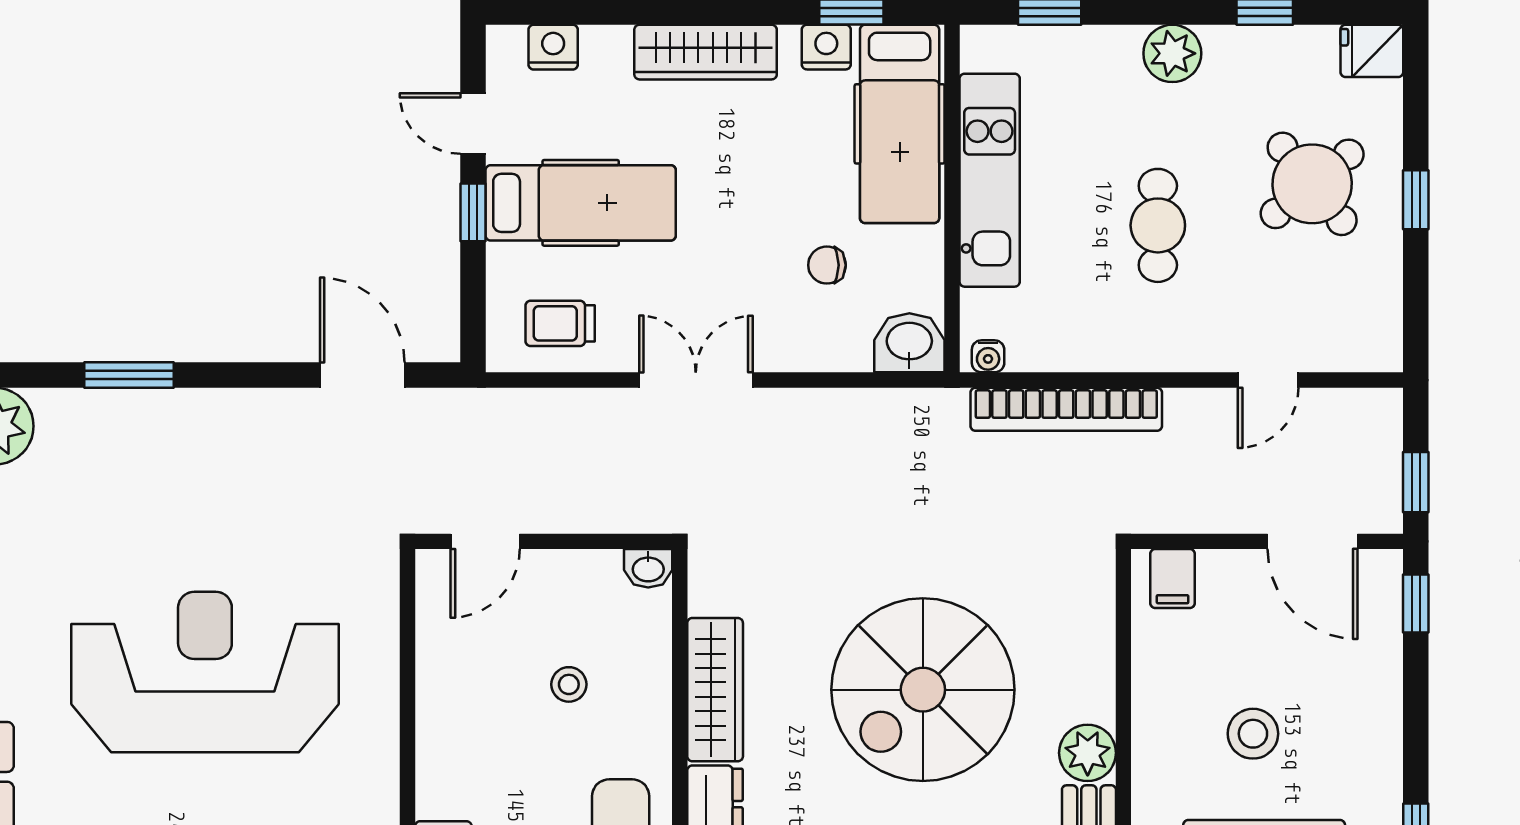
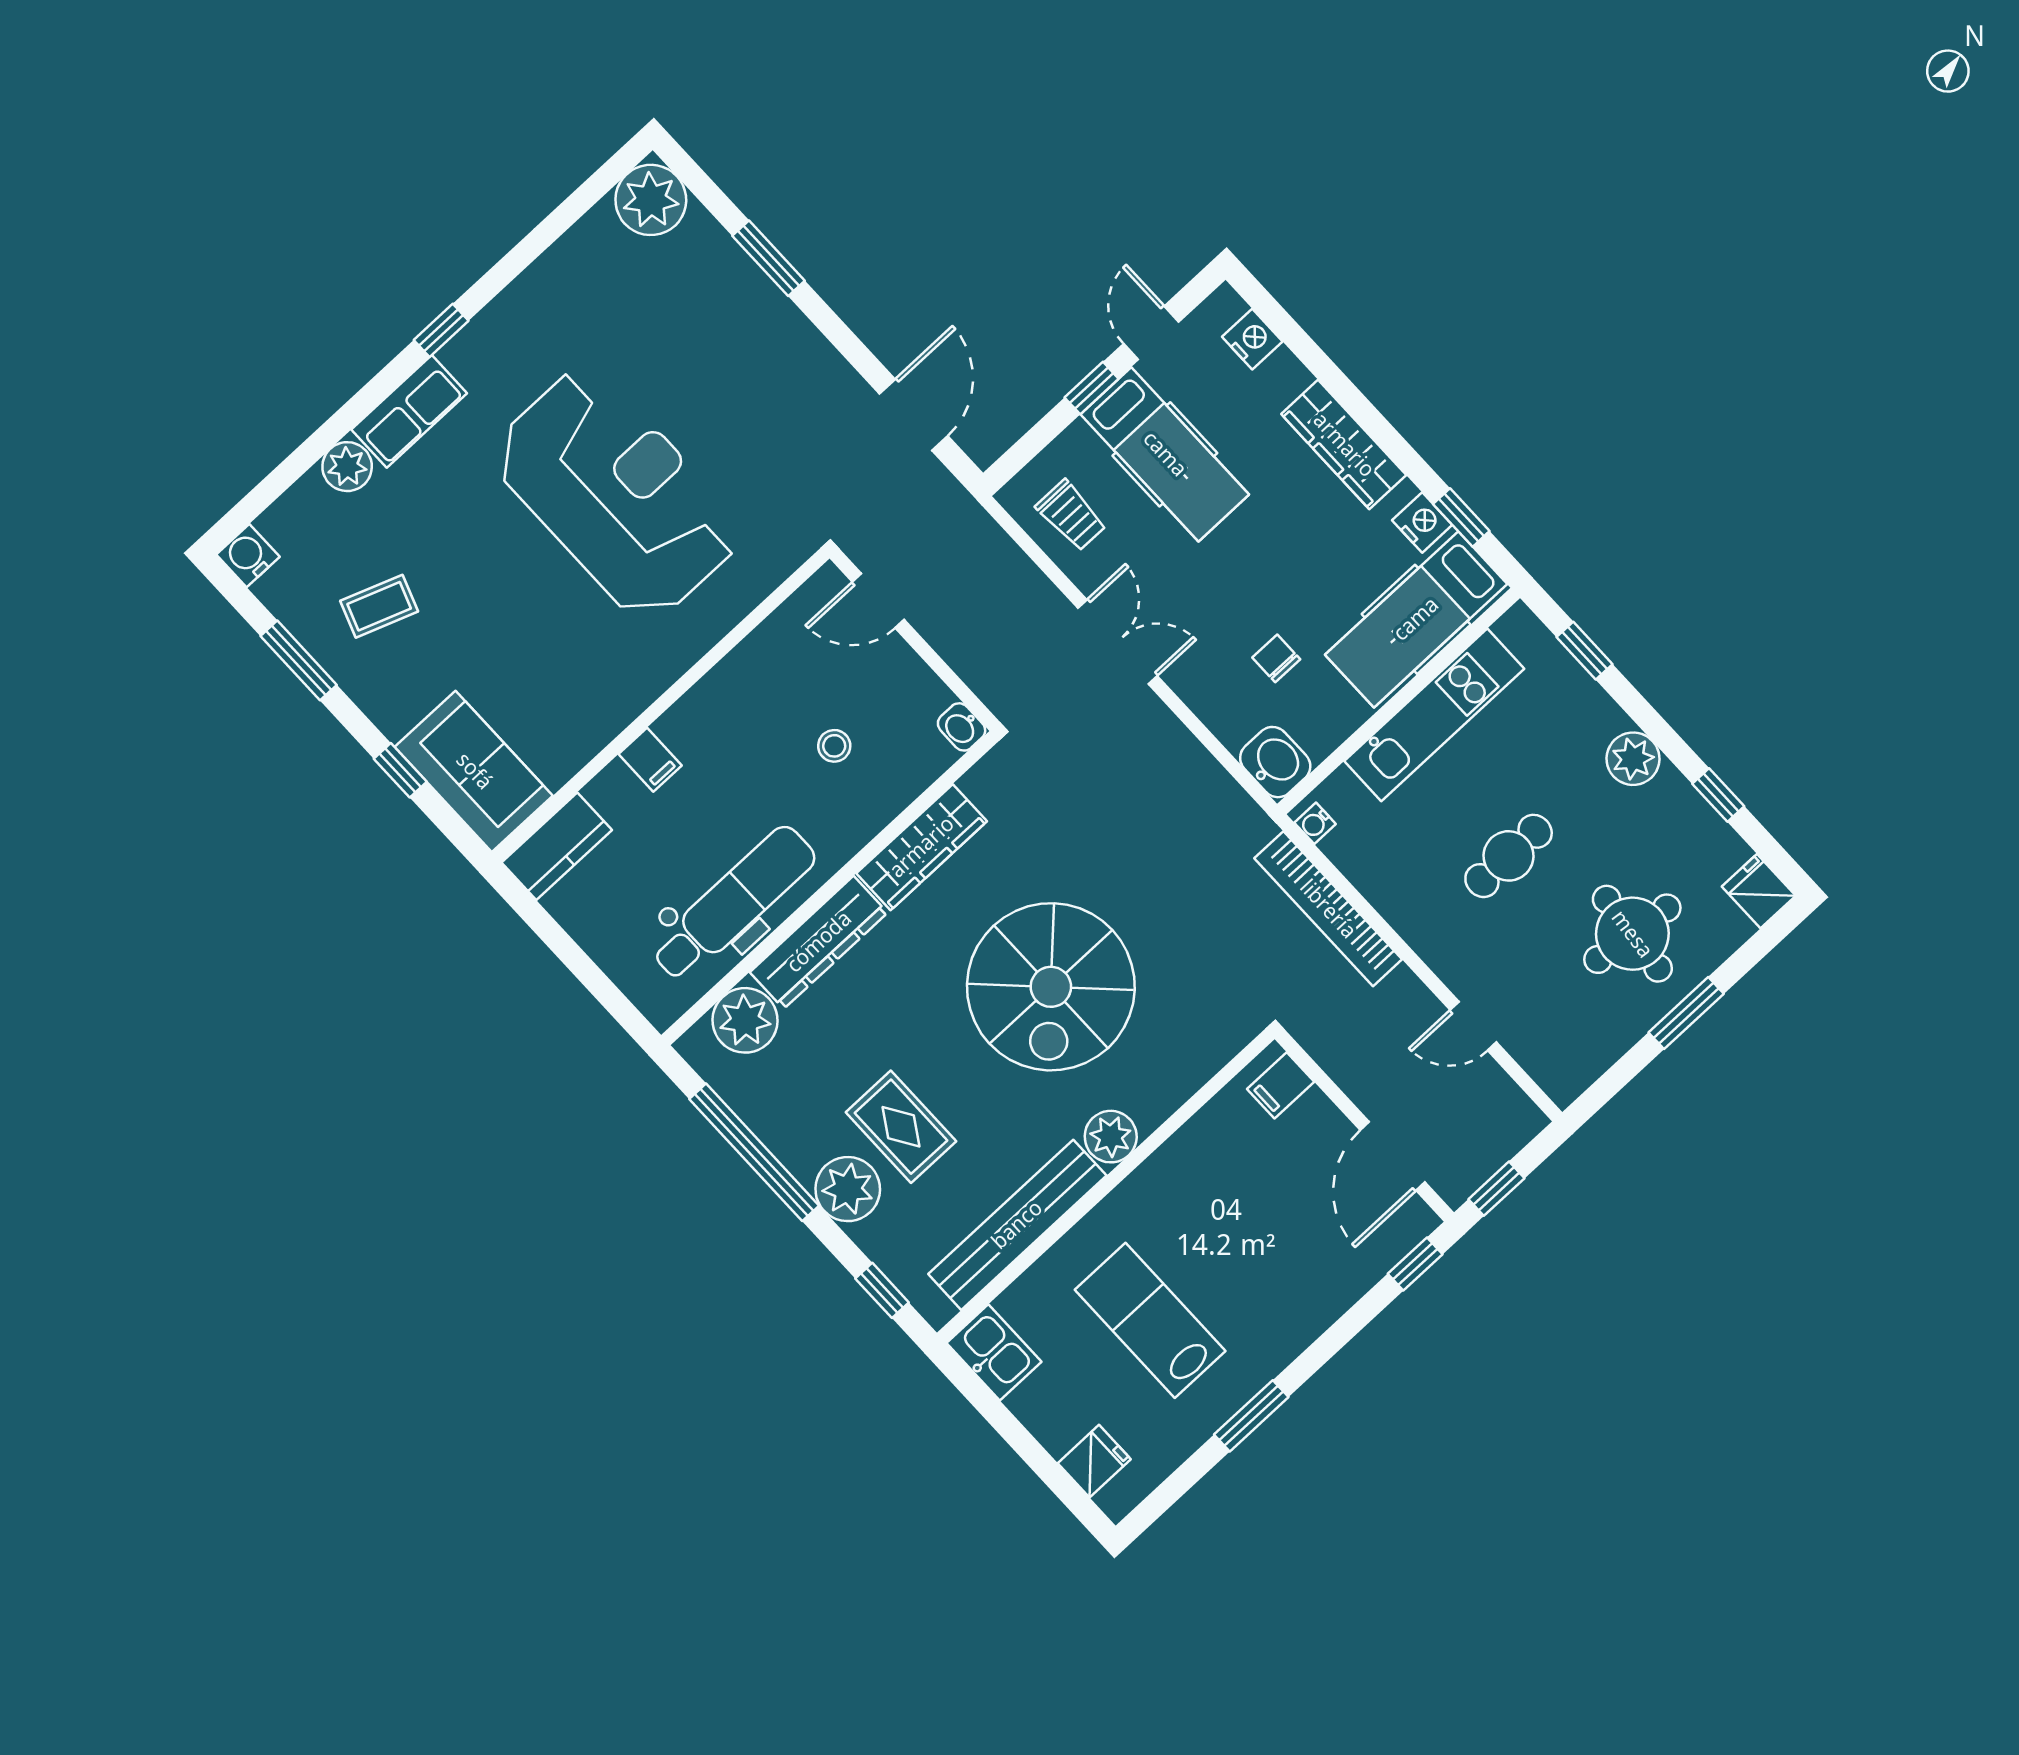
round table: (1312, 184) -> (1632, 934), turned 45
window: (1416, 200) -> (1686, 1013), width x1.50
trolley: (560, 323) -> (1071, 516), turned 180
spiral stairs: (923, 690) -> (1051, 987), turned -90
stool: (1253, 734) -> (1226, 1236), removed

